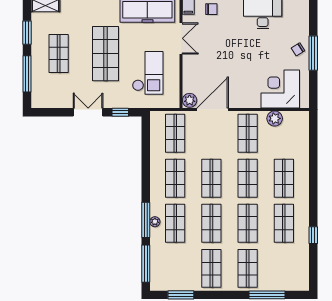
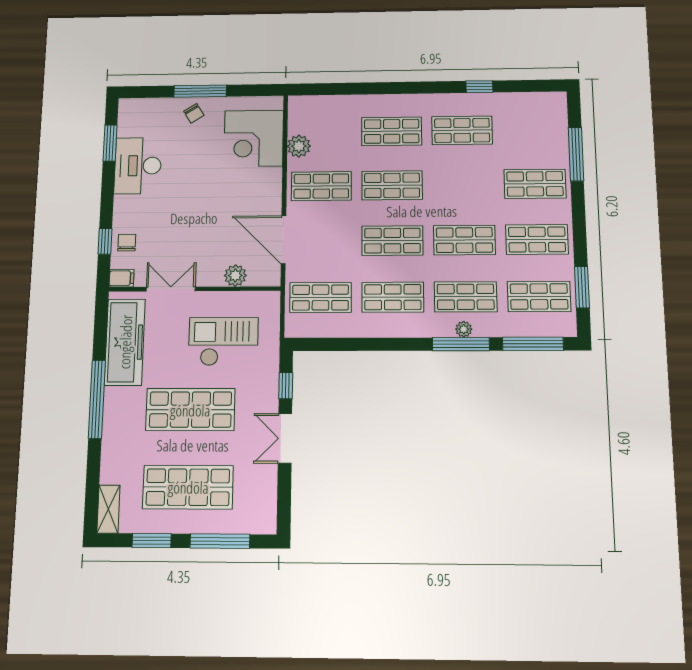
shop shelf: (59, 54) -> (188, 487), width x1.43, depth x1.36
plant: (190, 100) -> (235, 276), moved
shop shelf: (248, 223) -> (539, 296), moved

